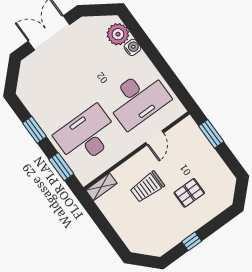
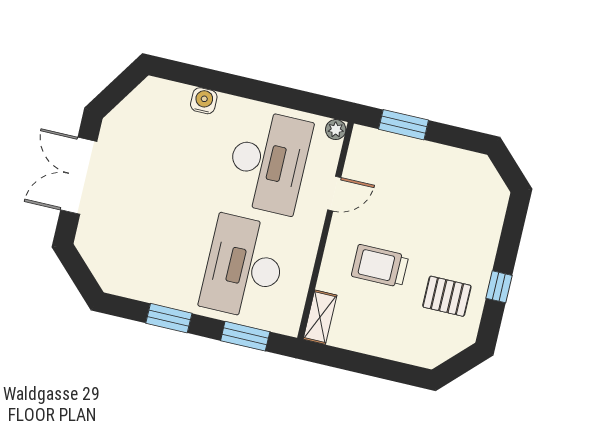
plant: (118, 34) -> (336, 130), moved, width x0.53, depth x0.53
door: (154, 138) -> (334, 194), hinge flipped
trolley: (147, 187) -> (380, 266), turned 90
pallet: (189, 193) -> (447, 296), moved, turned 90

